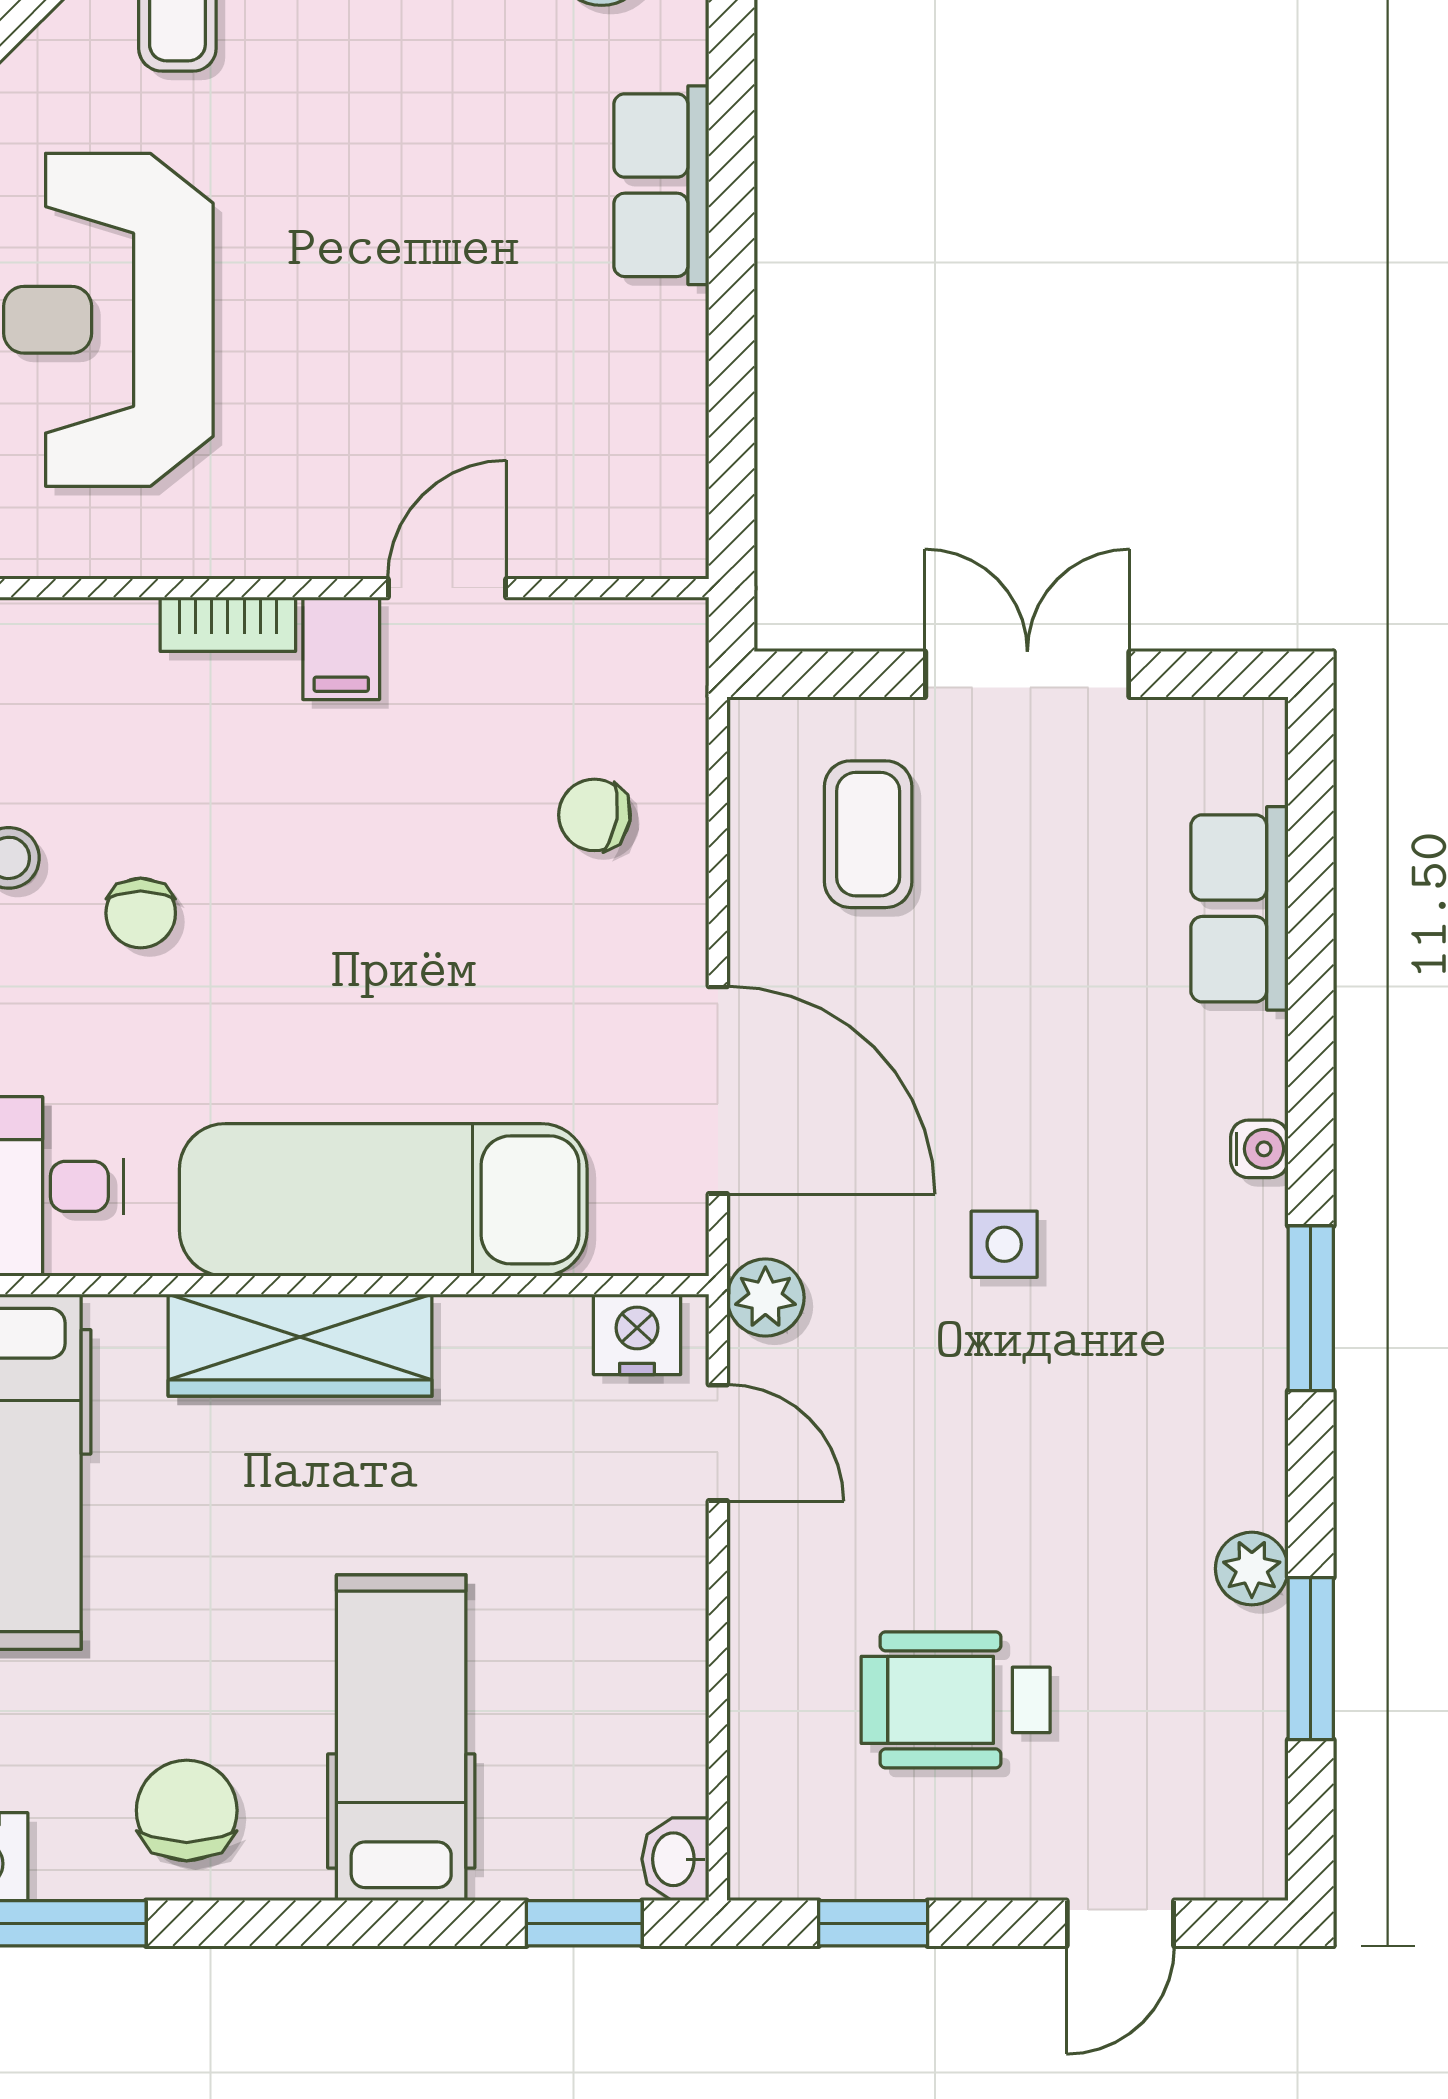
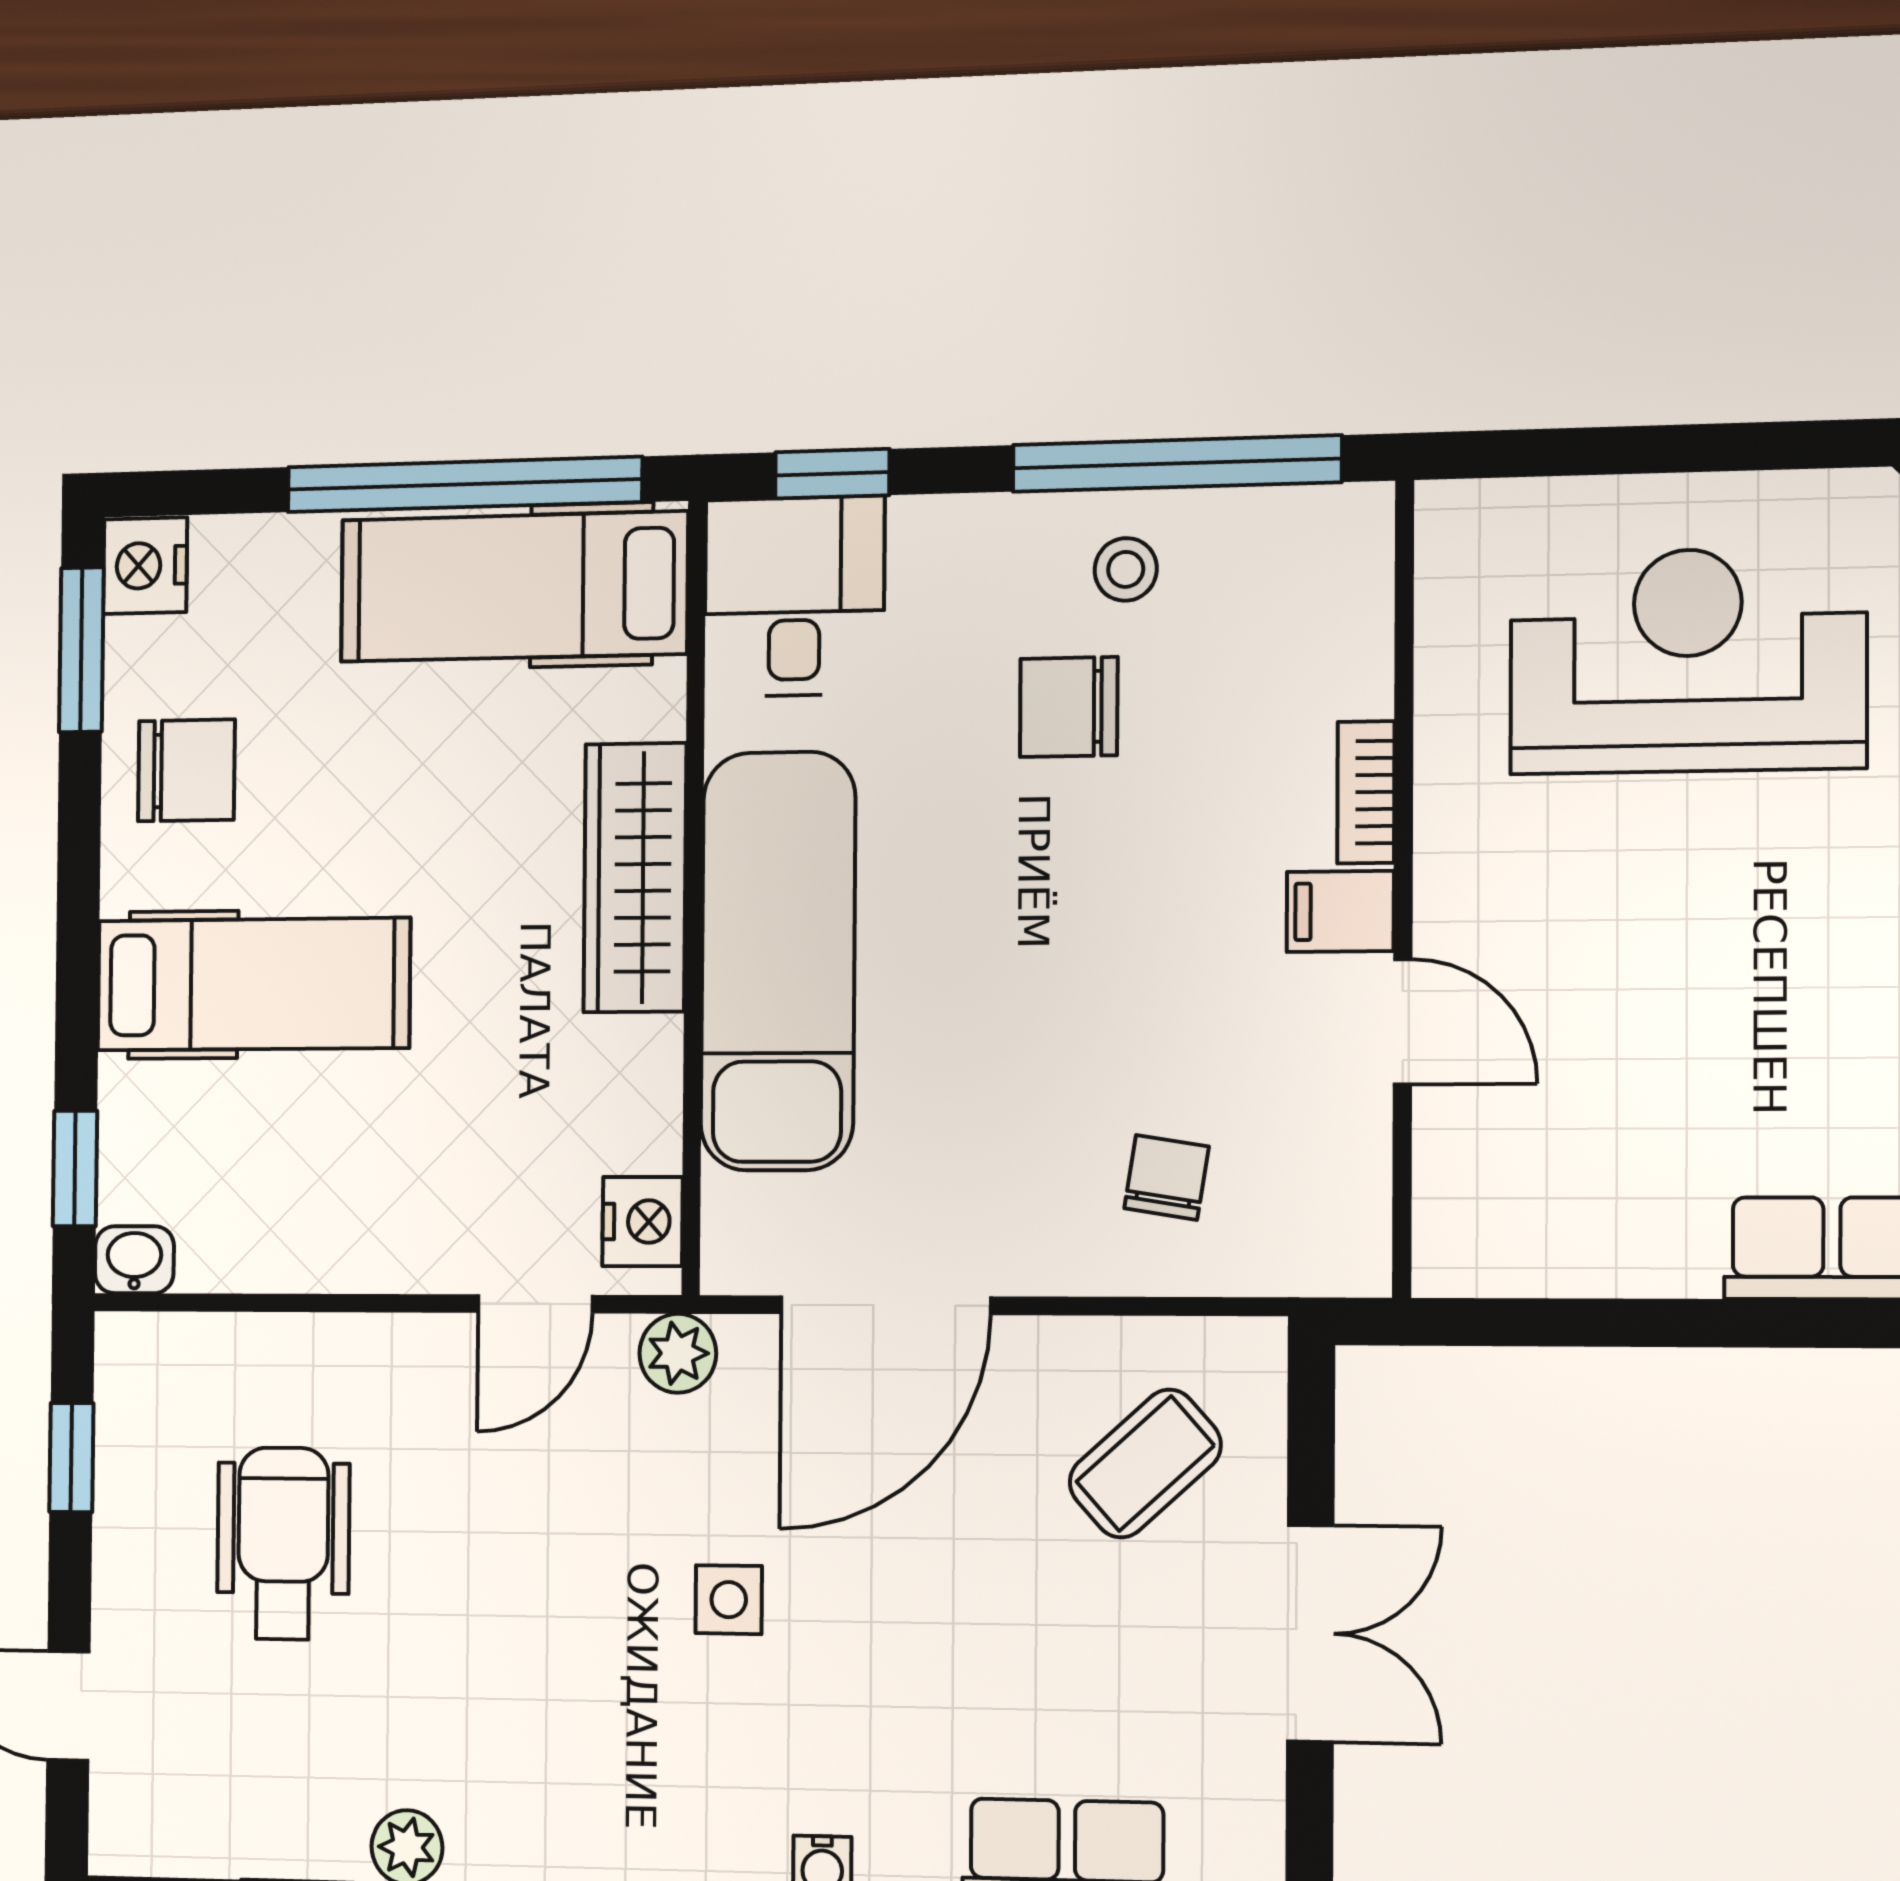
coffee table: (868, 834) -> (1145, 1464), turned -42
chair: (141, 913) -> (1069, 707), width x1.37, depth x1.37

